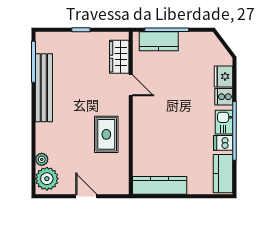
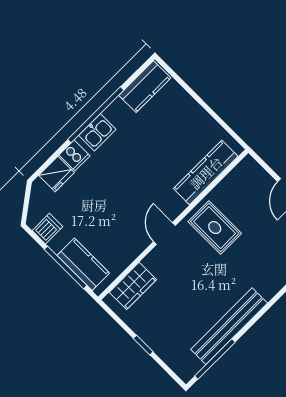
door: (131, 85) -> (164, 233), moved
rug: (106, 134) -> (215, 228), turned 90
dishwasher: (223, 143) -> (47, 229), moved, turned -90
kitchen counter: (160, 185) -> (206, 173), moved, turned 90

